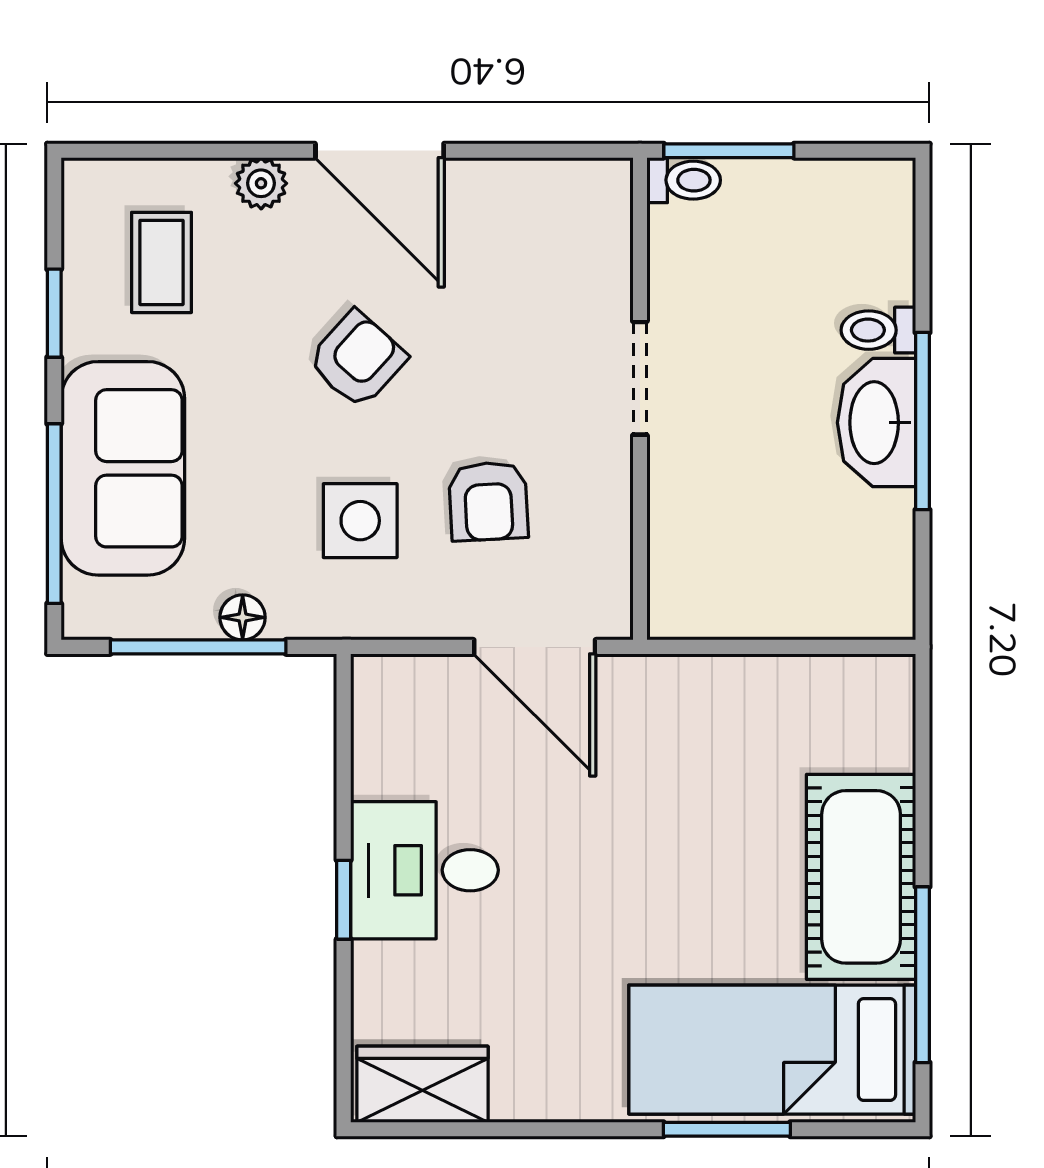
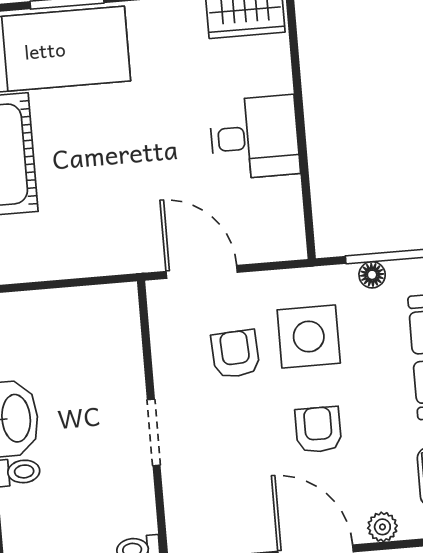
armchair: (357, 359) -> (318, 430), turned 138
side table: (360, 521) -> (309, 337), width x1.37, depth x1.37
window: (344, 900) -> (300, 116), removed

